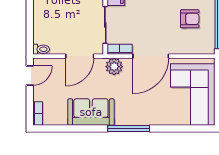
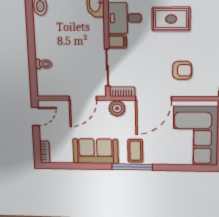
armchair: (190, 19) -> (182, 70), moved
toilet: (41, 49) -> (43, 64), moved
coffee table: (132, 111) -> (135, 151), added

